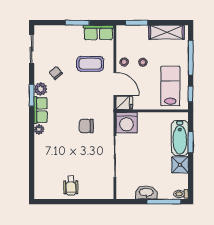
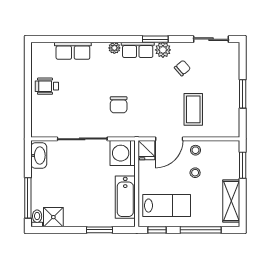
row of seats: (98, 32) -> (73, 51), moved, turned -90
chair: (86, 126) -> (119, 105), turned 180
bathtub: (180, 138) -> (125, 197), moved, turned -90
shower: (180, 165) -> (53, 217), moved
washbasin: (146, 193) -> (39, 155), moved

